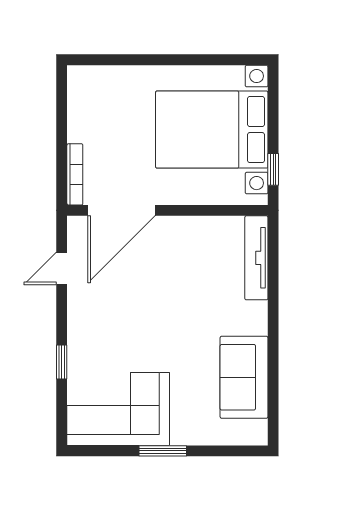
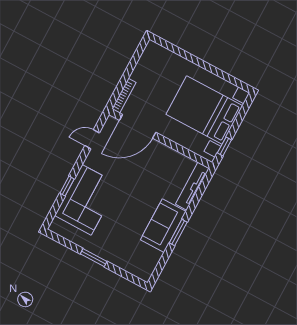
window: (273, 341) -> (178, 232), added
sofa: (244, 377) -> (163, 226), moved
corner sofa: (118, 409) -> (87, 200), moved, turned 90

